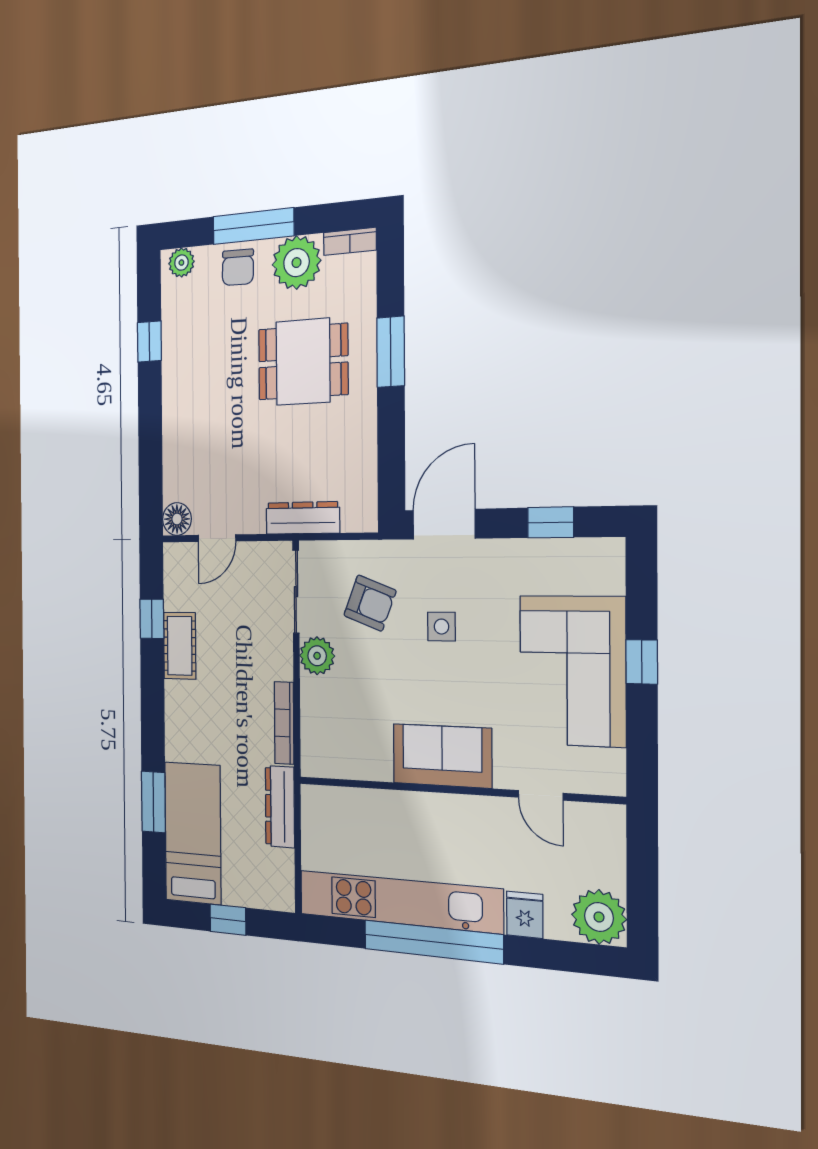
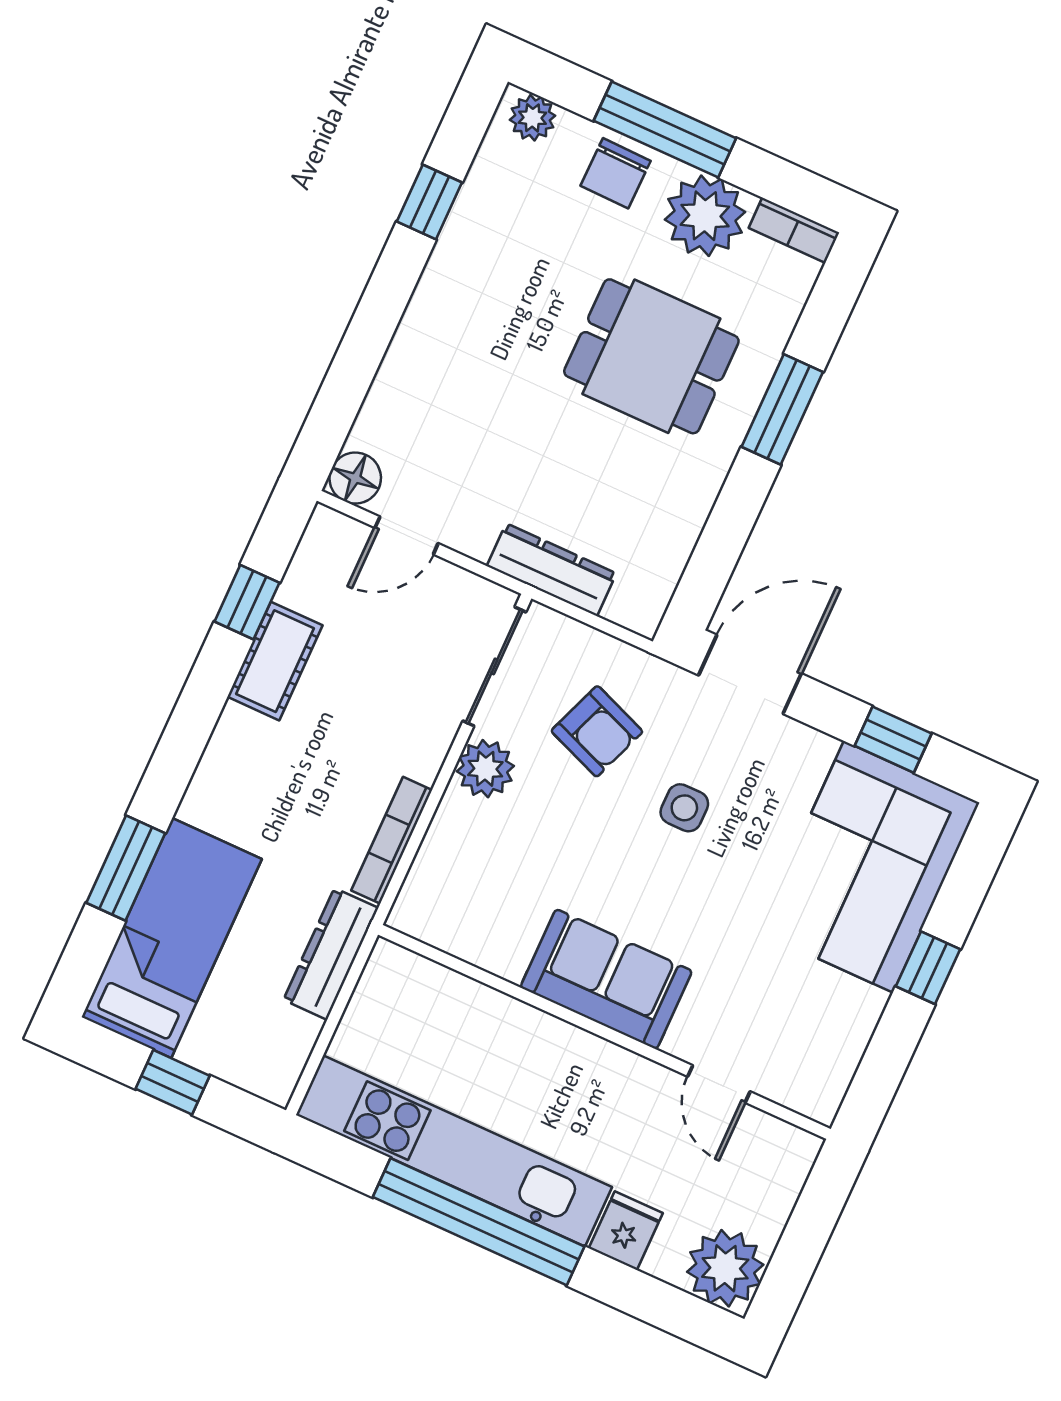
corner sofa: (572, 671) -> (868, 867), moved

